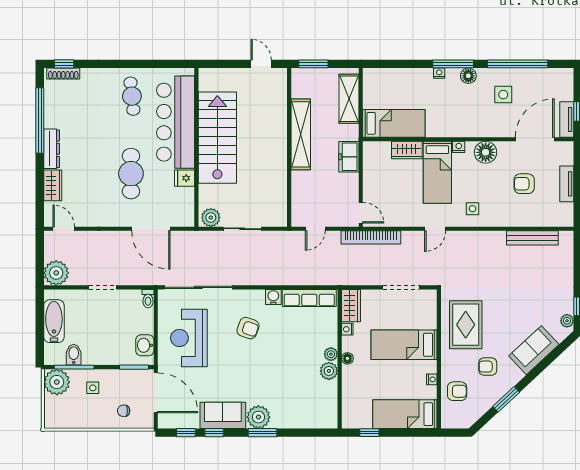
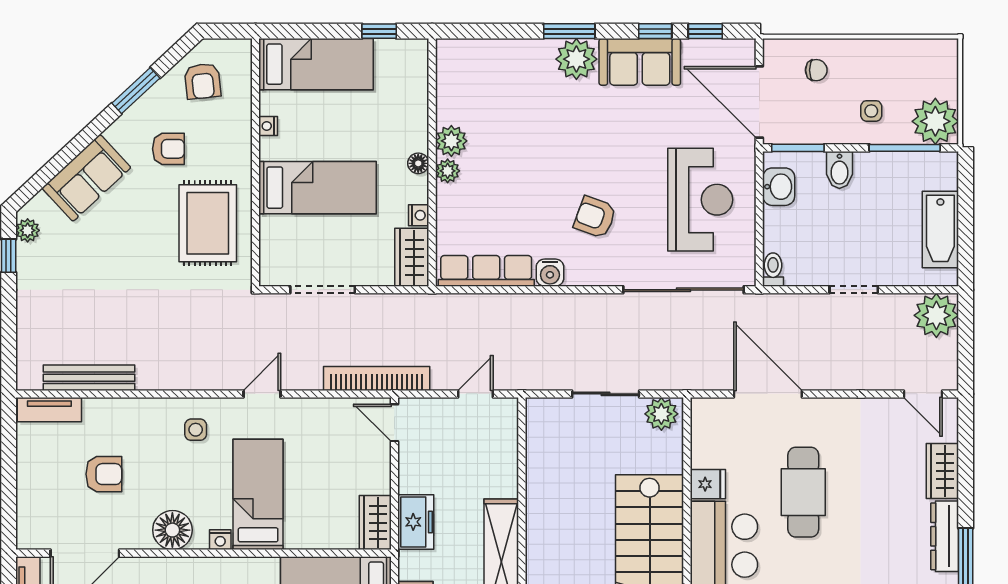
wardrobe: (407, 150) -> (375, 523), moved, turned -90
tv unit: (567, 184) -> (49, 410), moved, turned 90
bidet: (74, 355) -> (839, 170), moved
armchair: (457, 391) -> (203, 81), moved, turned -96

